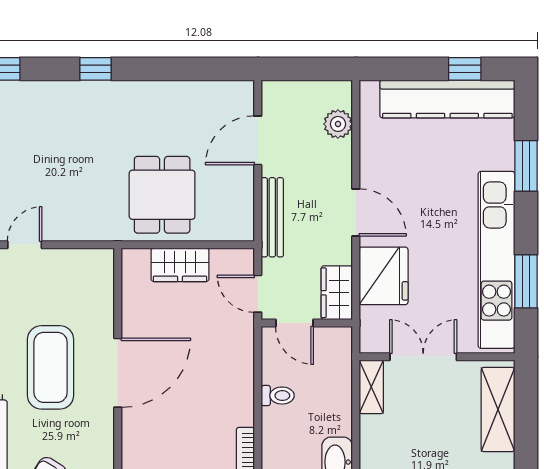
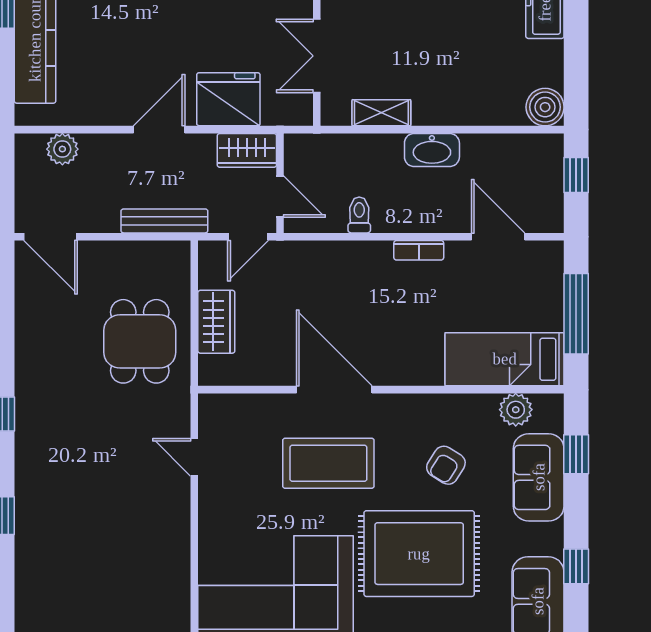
door: (258, 140) -> (51, 237), moved
dining table: (162, 195) -> (140, 341), turned 90
door: (25, 245) -> (194, 457), moved
door: (295, 323) -> (280, 197), hinge flipped
shelving: (371, 387) -> (381, 113), moved

